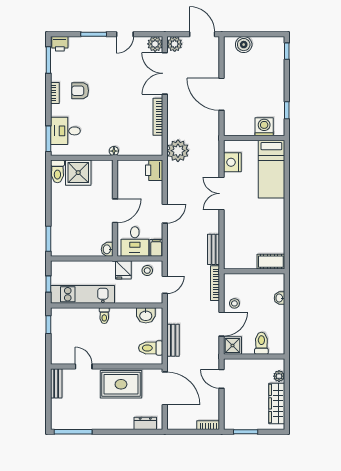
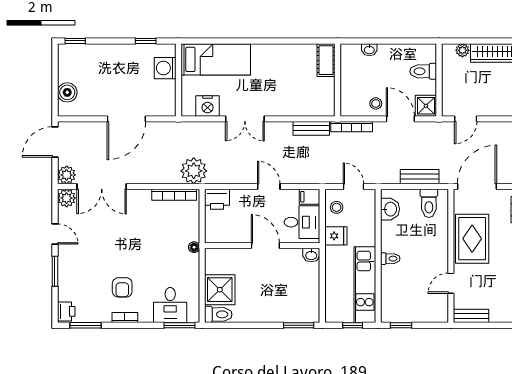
bookcase: (158, 117) -> (174, 195), moved

